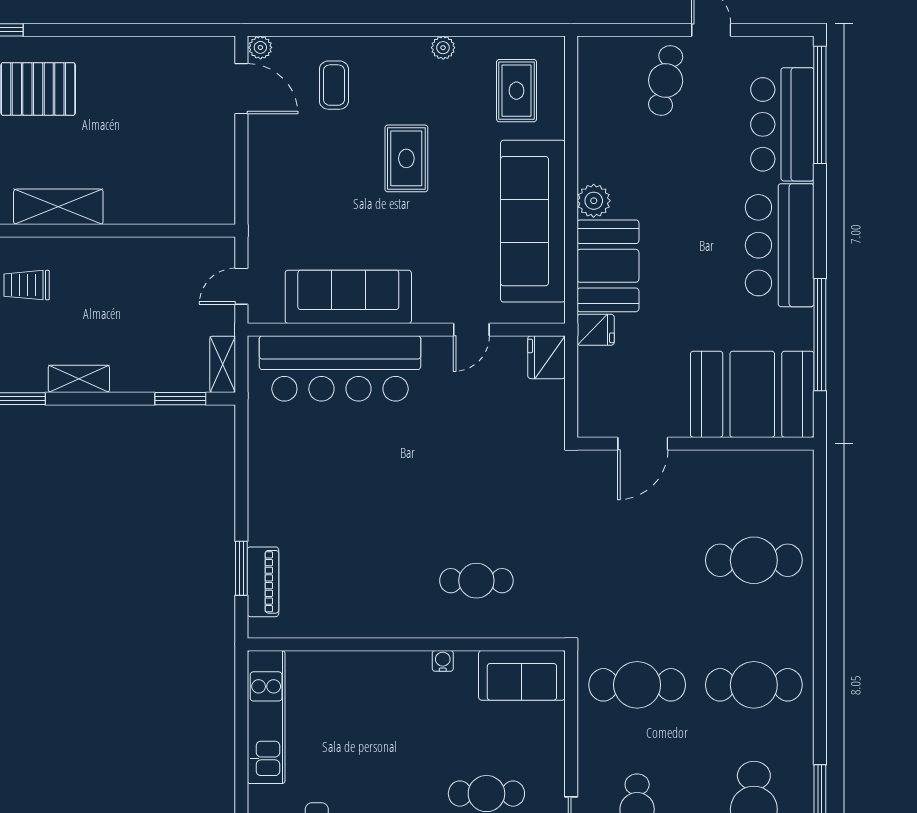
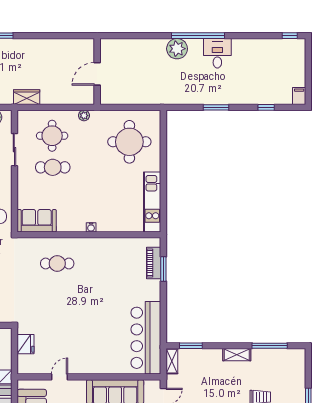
fridge: (546, 357) -> (26, 344), moved
bar counter: (340, 368) -> (146, 338), moved, turned -90
water cooler: (443, 661) -> (91, 227), moved

